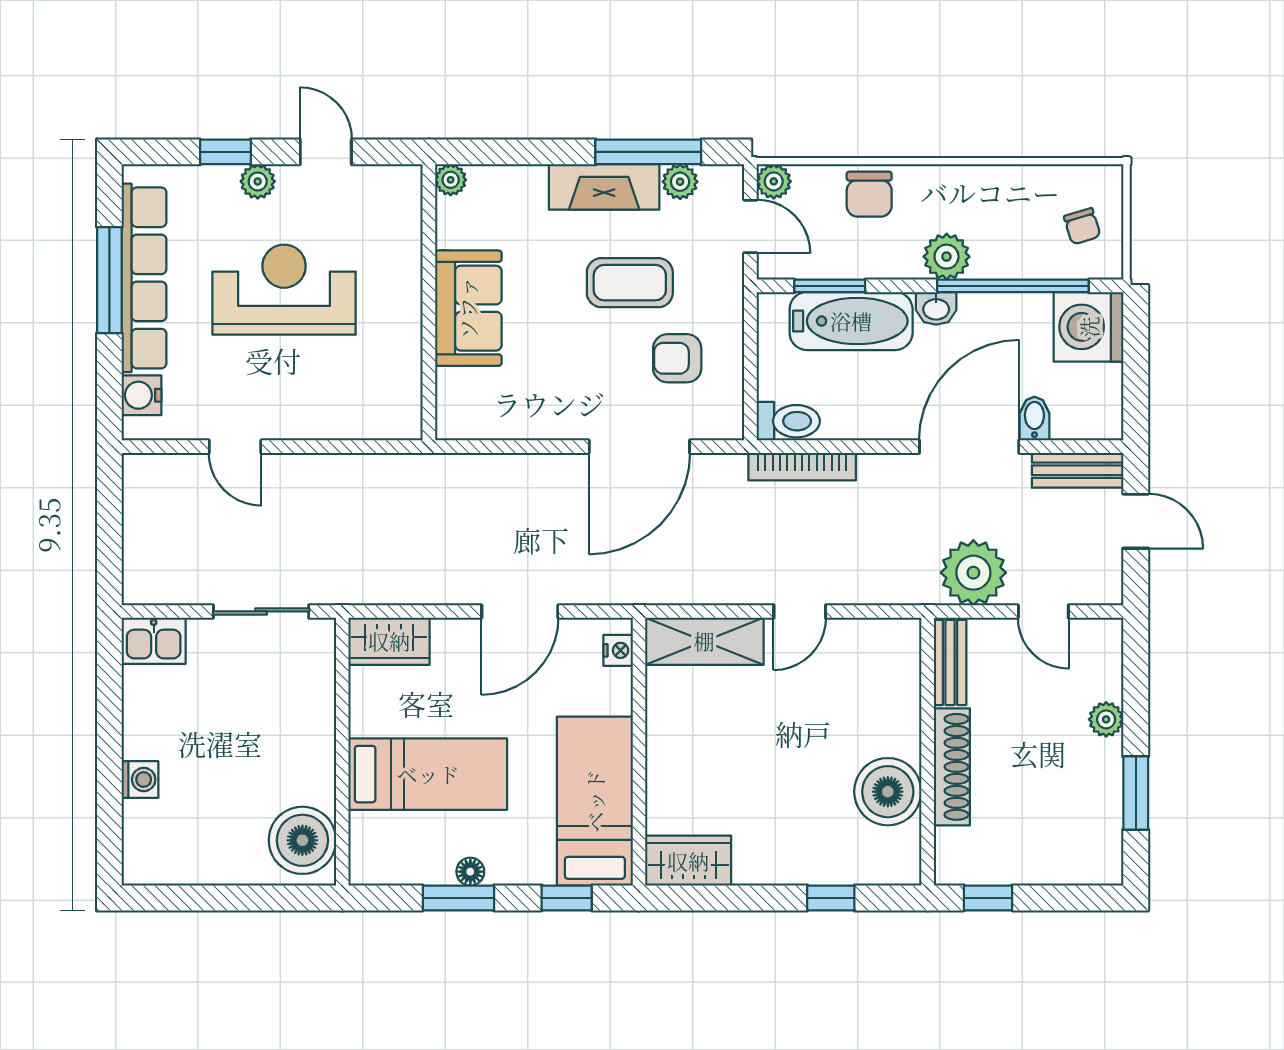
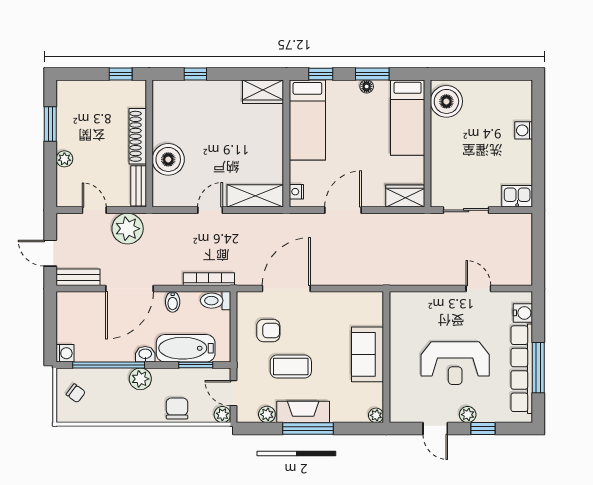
window: (648, 152) -> (308, 429), moved
chair: (1082, 226) -> (76, 393), turned 144
washing machine: (1089, 327) -> (65, 353), width x0.53, depth x0.53
bidet: (1034, 419) -> (173, 302), moved
bed: (428, 774) -> (408, 118), moved, turned -90
boiler: (888, 792) -> (168, 159), moved

